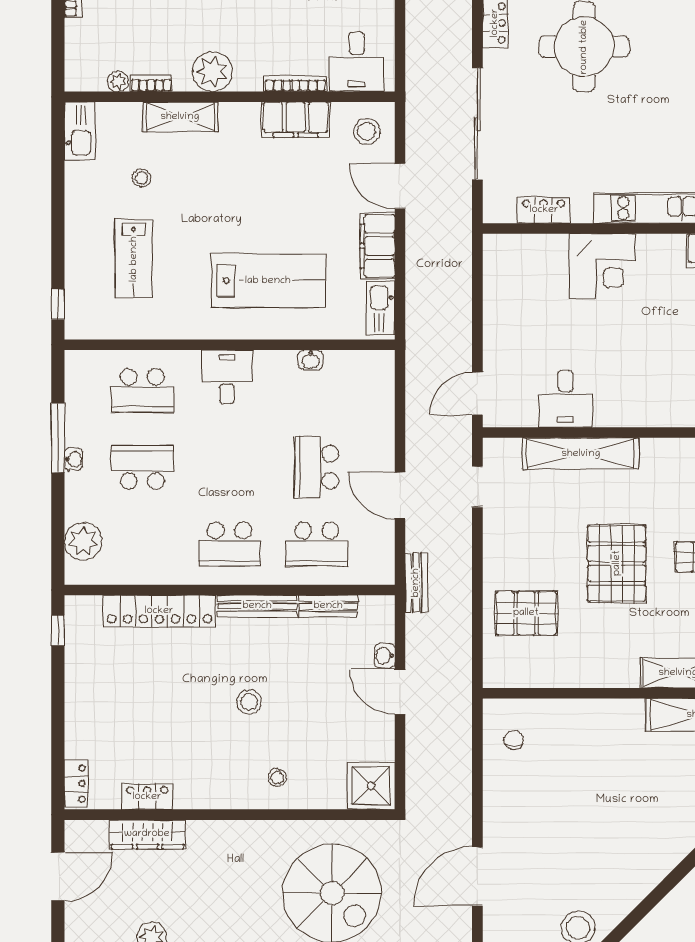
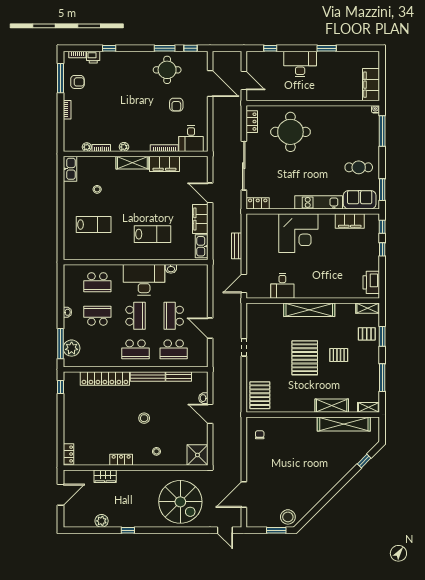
plant: (212, 72) -> (124, 147), width x0.53, depth x0.53
shelving: (180, 117) -> (132, 163), moved
stool: (367, 131) -> (196, 169), removed
locker: (544, 210) -> (258, 203), moved
lab bench: (134, 259) -> (94, 225), turned -90
corner desk: (602, 267) -> (298, 233), width x1.36, depth x1.36
lab bench: (268, 281) -> (153, 234), width x0.73, depth x0.72
window: (58, 304) -> (60, 244), removed
desk: (227, 377) -> (144, 280), width x1.87, depth x1.30
window: (58, 438) -> (60, 344), moved
shelving: (581, 454) -> (309, 310), moved
school desk: (230, 467) -> (136, 316), added
doorway: (477, 487) -> (244, 347), moved
bench: (416, 583) -> (237, 246), moved
pallet: (526, 613) -> (260, 395), moved, turned 90
locker: (147, 797) -> (121, 460), moved
wardrobe: (147, 834) -> (105, 476), width x0.67

